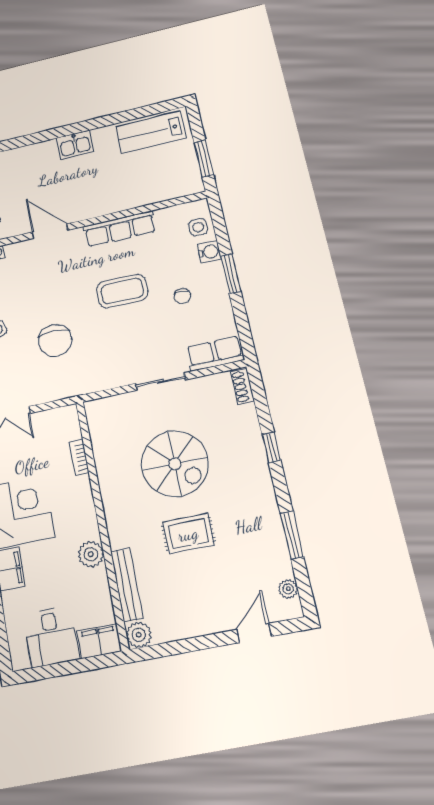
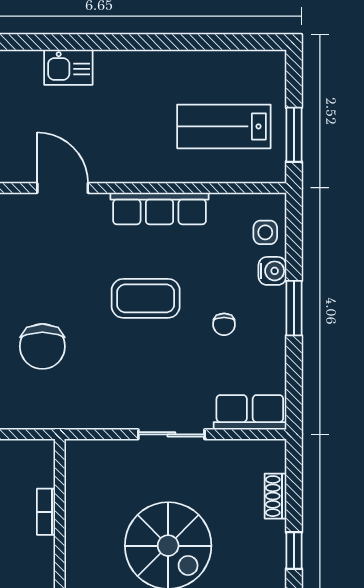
lab bench: (151, 132) -> (224, 126), moved
kitchen sink: (75, 145) -> (68, 67), moved
shoe rack: (242, 386) -> (275, 496), moved

